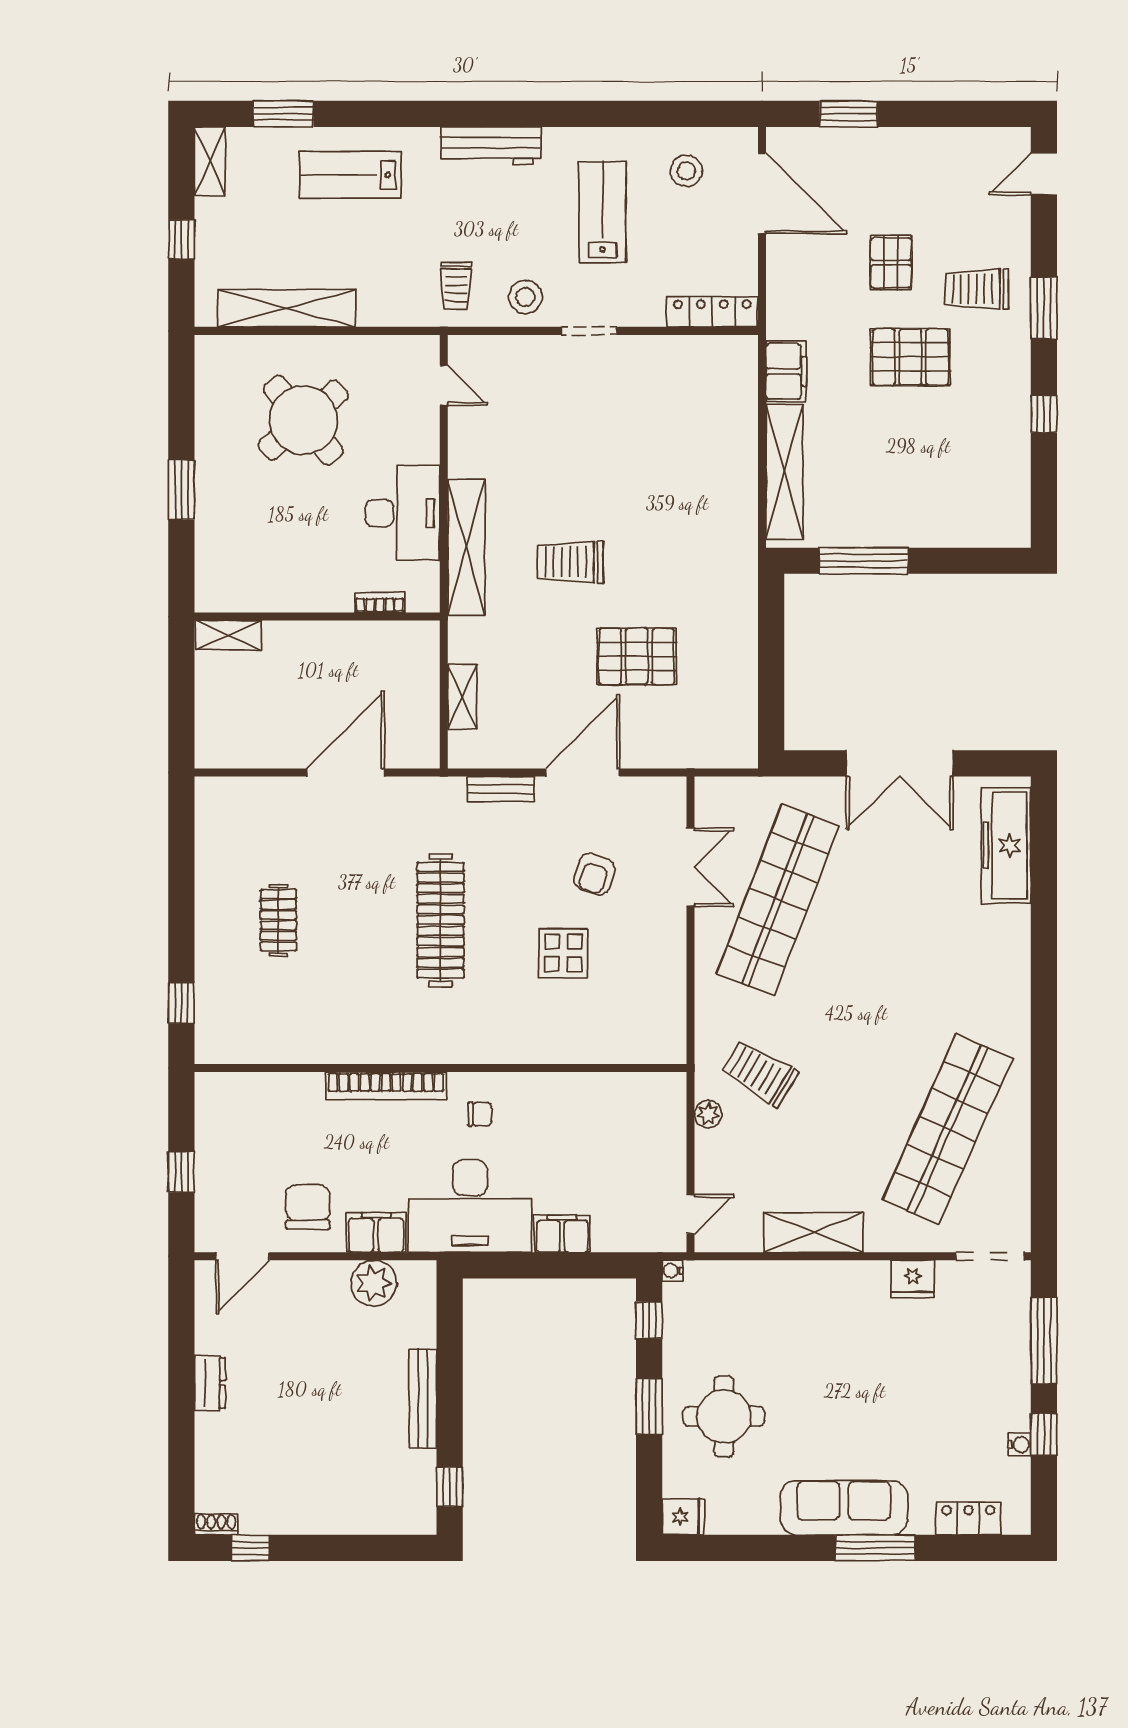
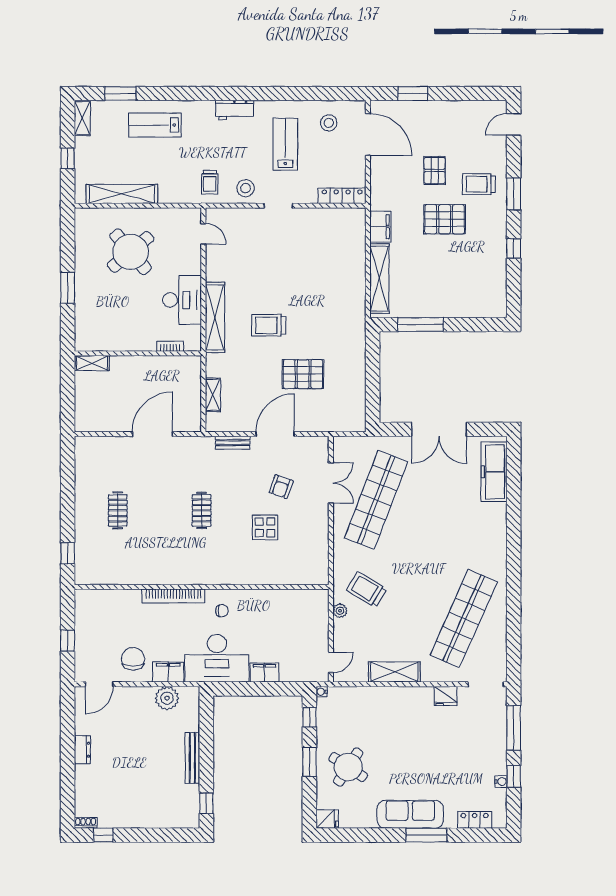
workbench: (491, 146) -> (235, 110), width x0.73
clothes rail: (441, 920) -> (202, 510), width x0.54, depth x0.76
round table: (724, 1416) -> (348, 767), turned 33

